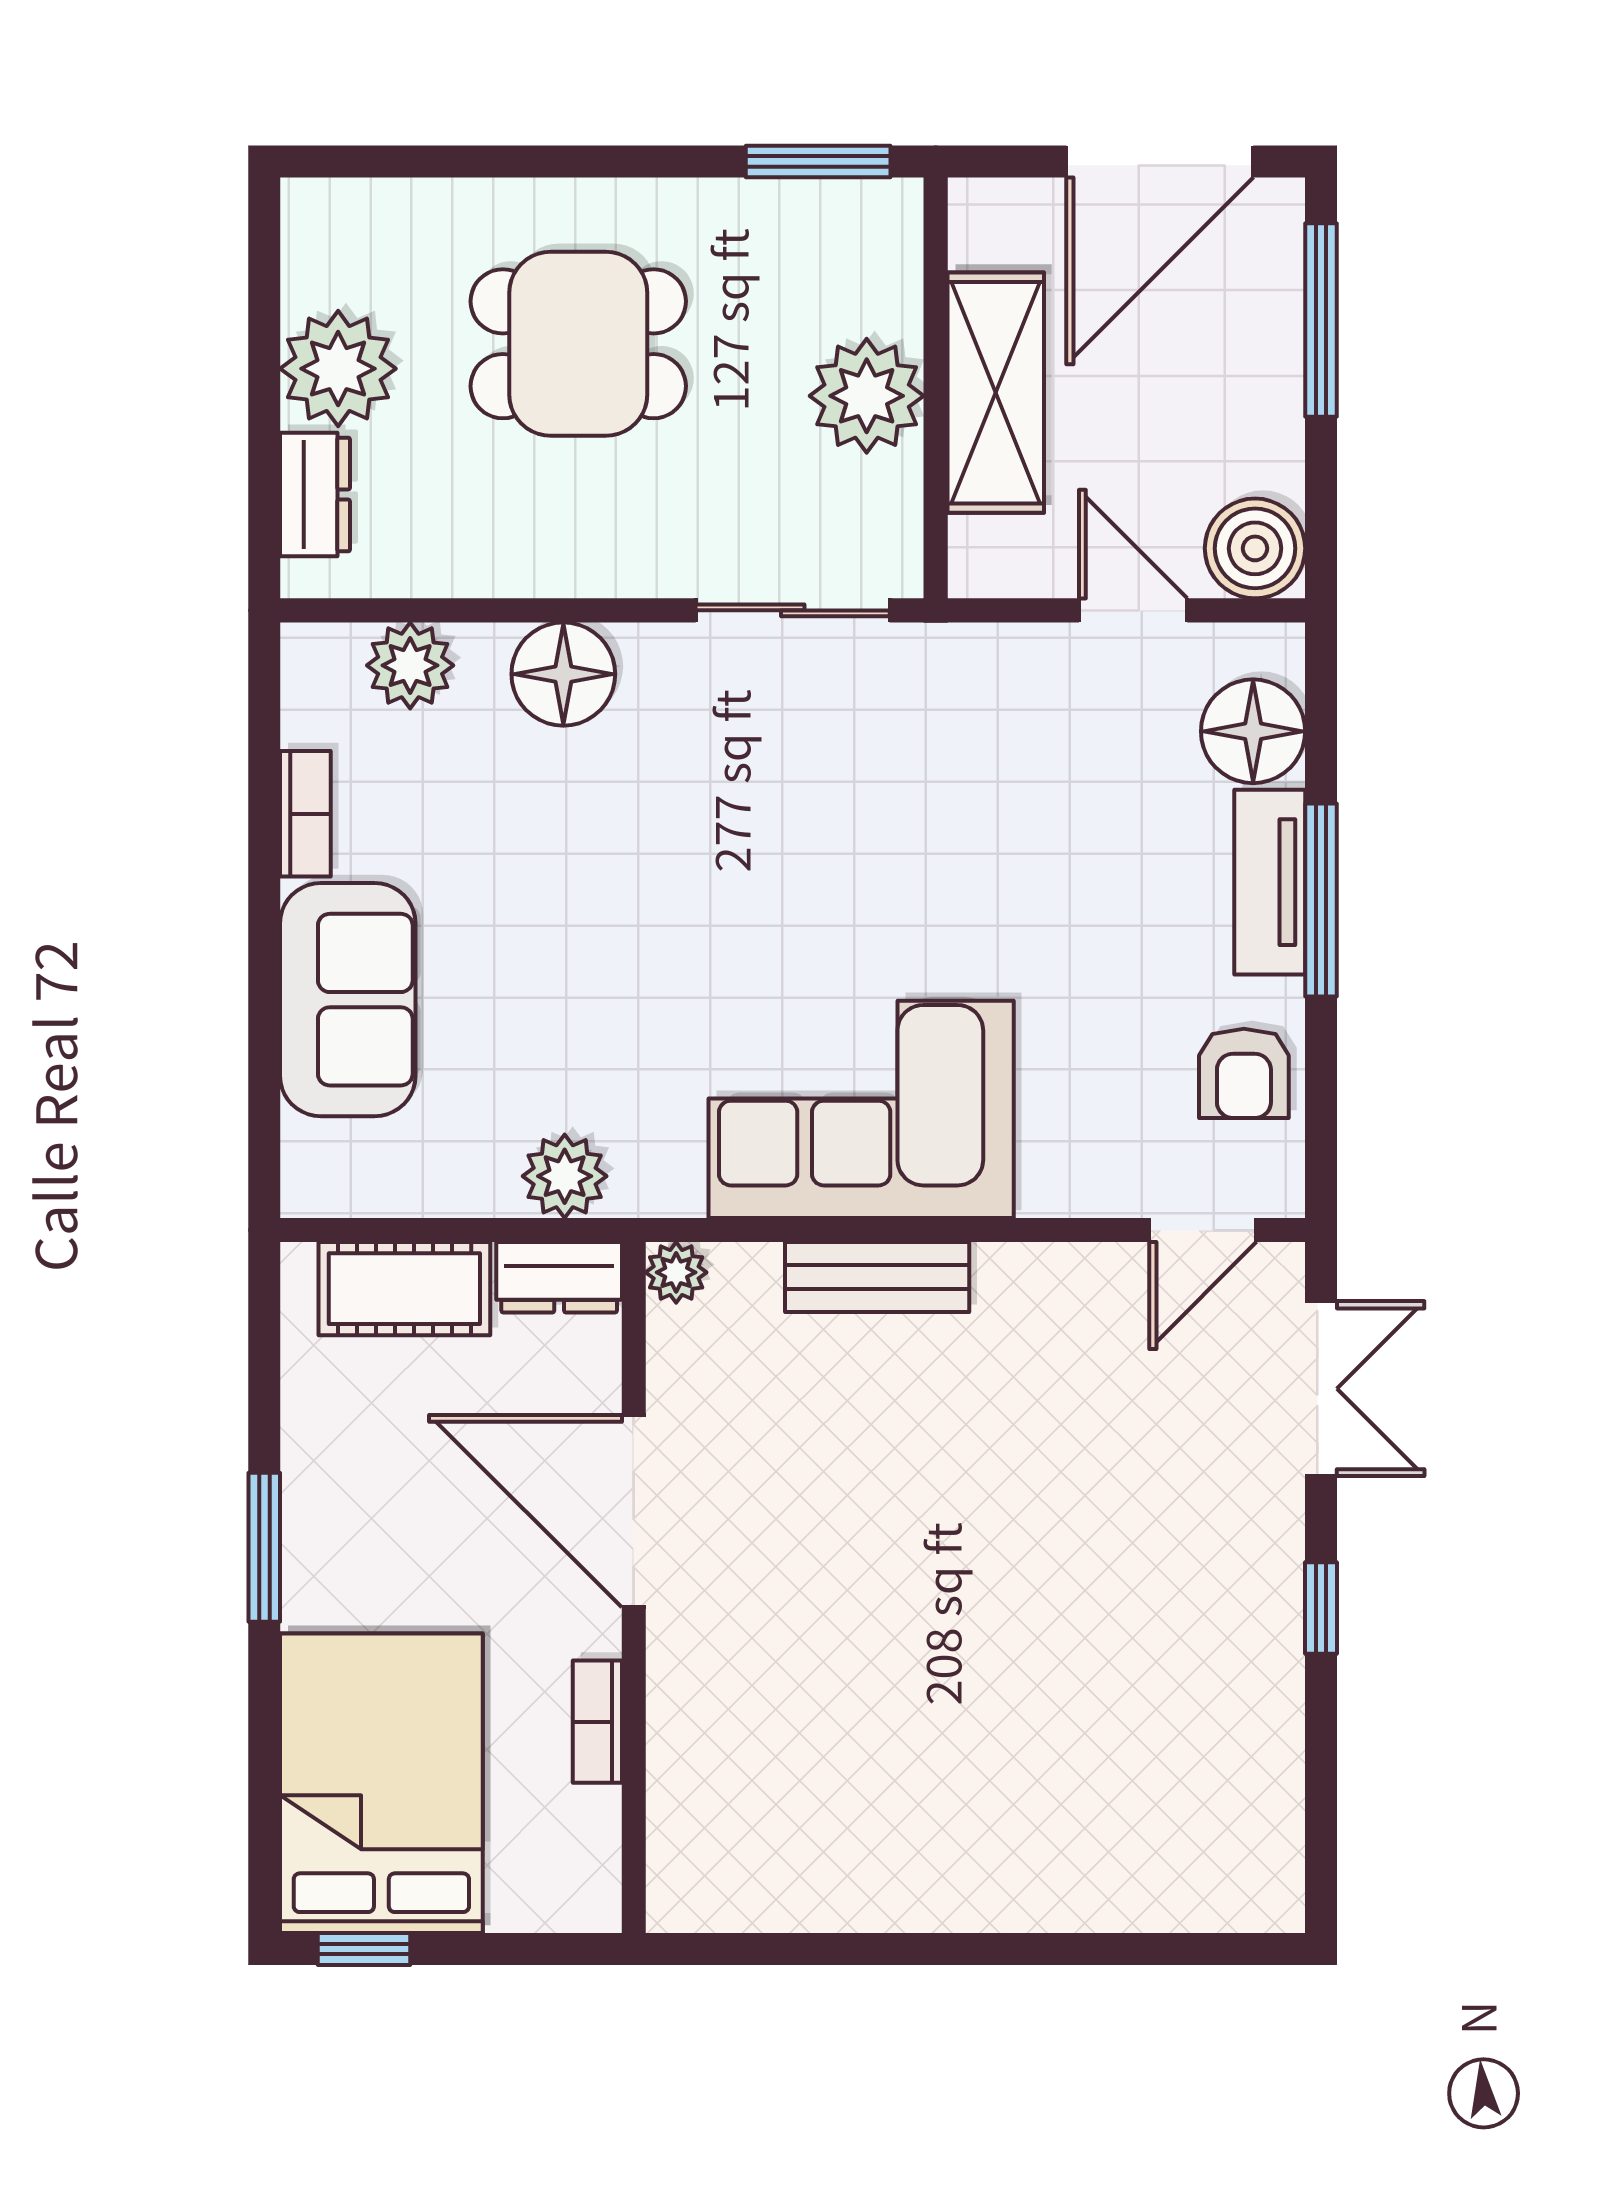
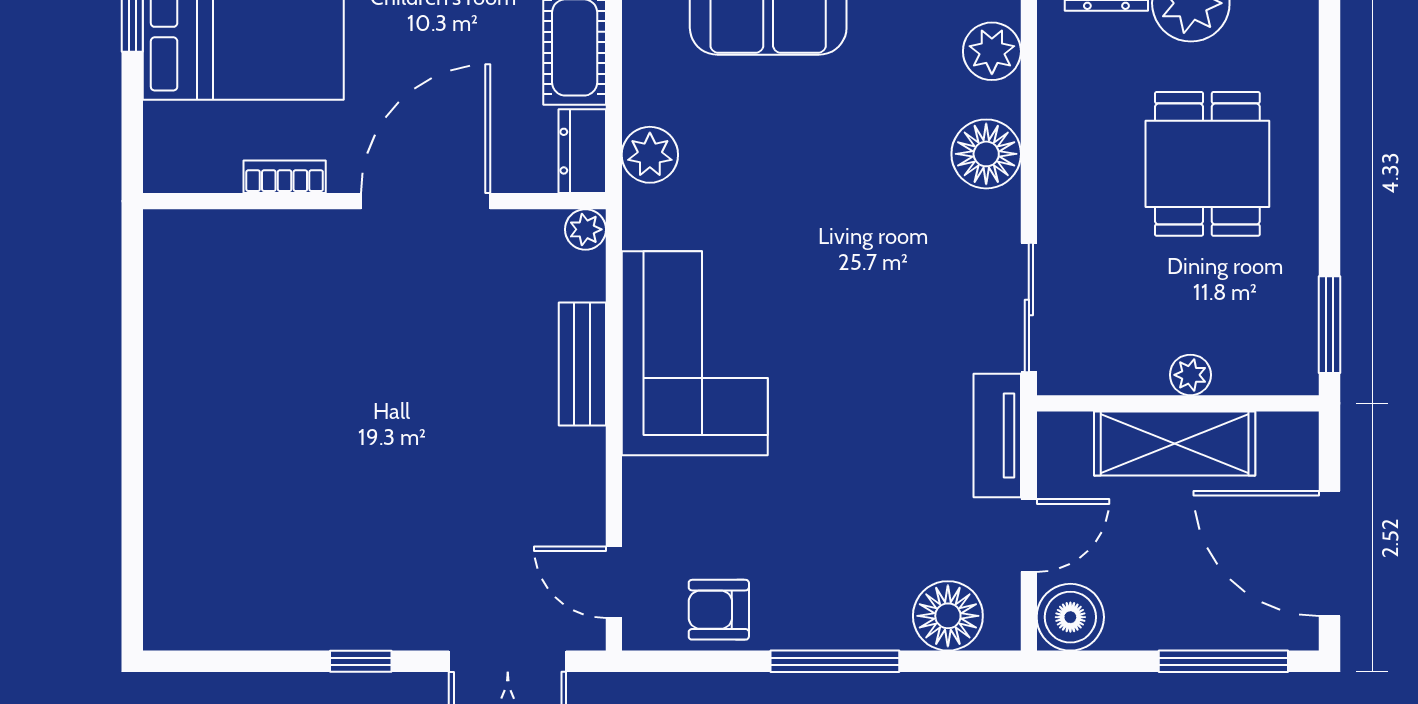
plant: (867, 396) -> (1190, 375), width x0.53, depth x0.53
tv unit: (1270, 882) -> (997, 435), moved, turned -90

